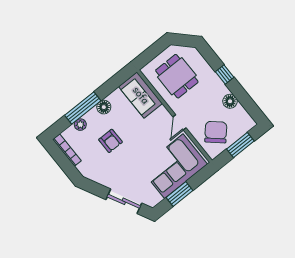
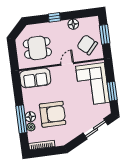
floor lamp: (104, 107) -> (30, 117), moved
door: (179, 122) -> (67, 64), swing flipped
armchair: (111, 141) -> (53, 114), width x1.88, depth x1.88

